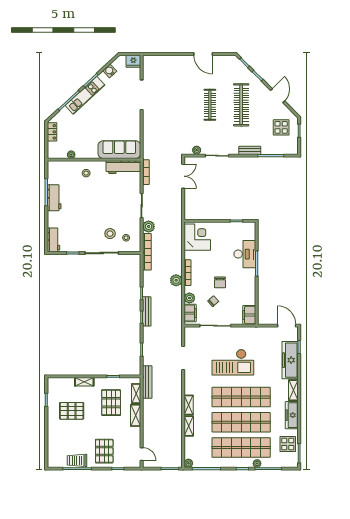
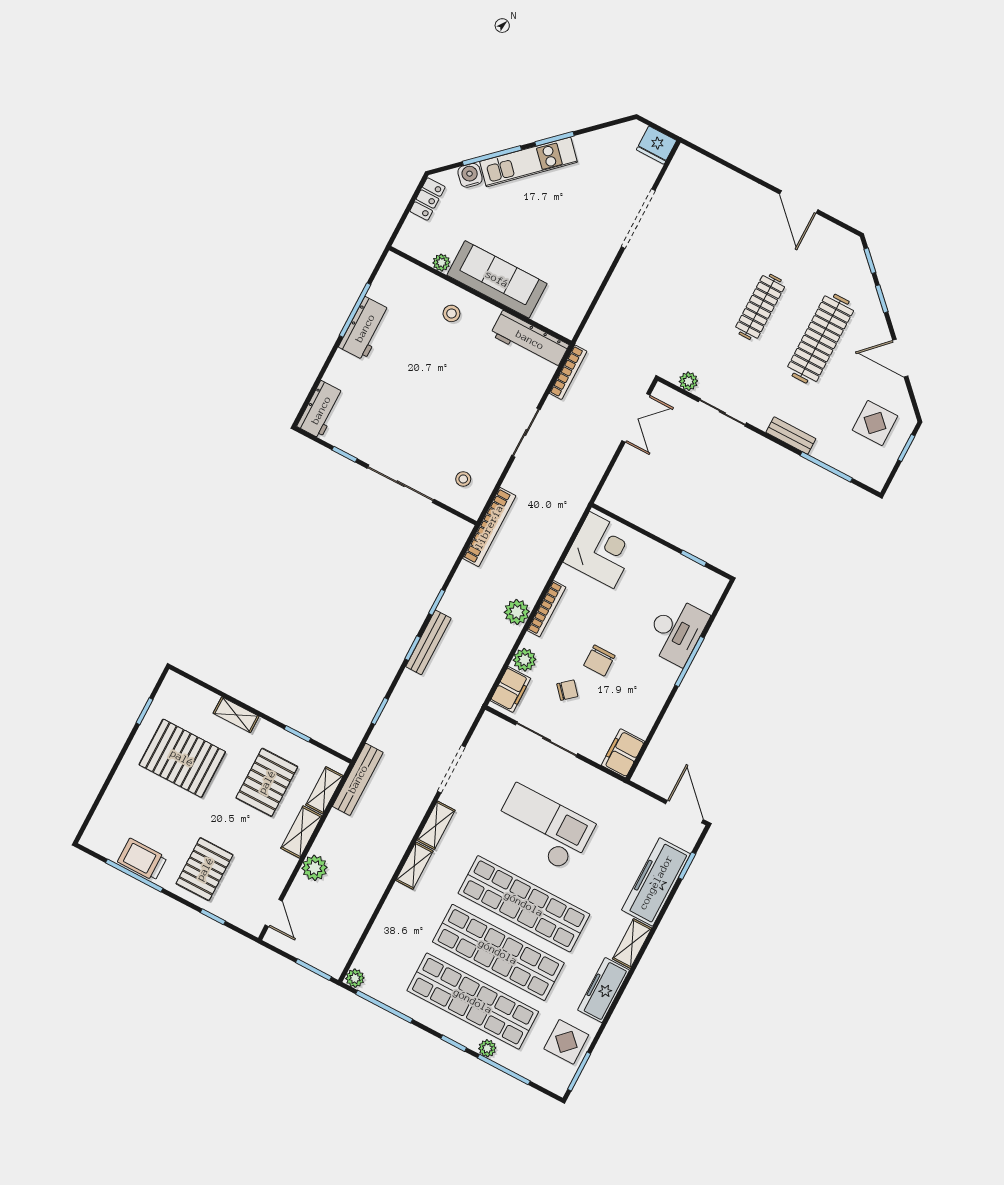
water cooler: (110, 71) -> (470, 175), moved
door: (278, 96) -> (900, 358), swing flipped
sofa: (119, 150) -> (497, 279), moved
plant: (149, 227) -> (315, 868), moved
stool: (110, 234) -> (436, 455), removed
checkout: (233, 362) -> (543, 828), turned 180
pallet: (72, 411) -> (182, 758), width x1.37, depth x1.41
shelving: (189, 426) -> (436, 825), moved

